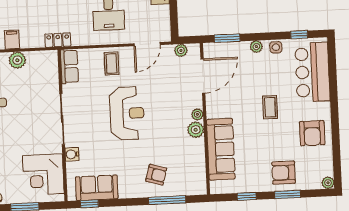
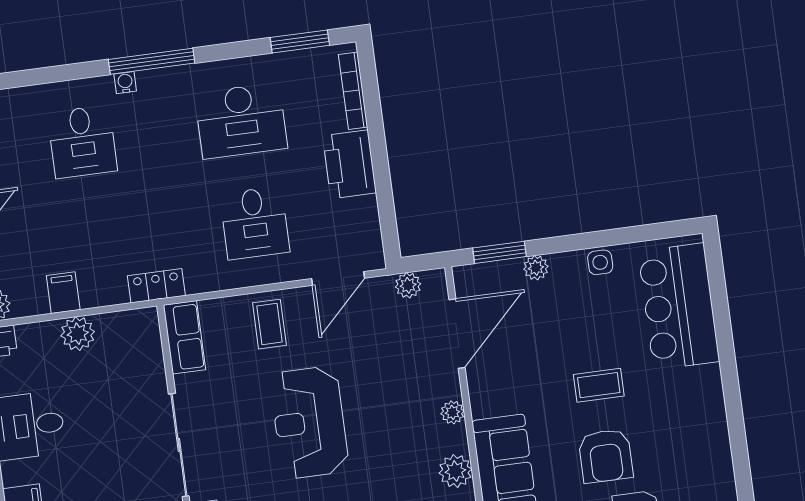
window: (299, 35) -> (645, 233), removed
plant: (256, 47) -> (536, 268), moved
coffee table: (270, 107) -> (599, 385), turned 90
reception desk: (127, 113) -> (309, 422), turned 180
plant: (196, 130) -> (455, 471), moved
armchair: (312, 133) -> (606, 456), moved

